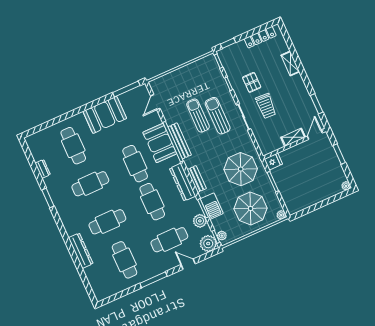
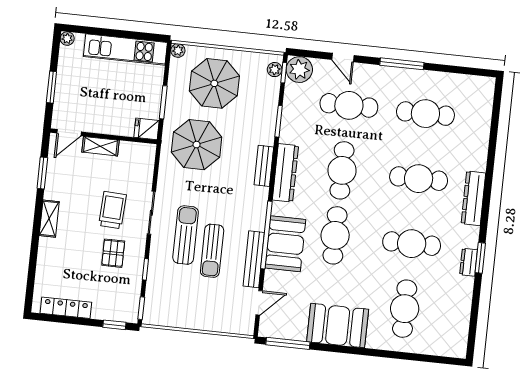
shelving: (290, 63) -> (49, 219), moved
sun lounger: (218, 116) -> (186, 235), turned 180
bench: (180, 141) -> (254, 259), moved
dresser: (43, 169) -> (469, 262), moved
kitchen unit: (311, 199) -> (125, 50), added
barbecue: (212, 206) -> (265, 117), removed
plant: (200, 221) -> (293, 107), removed
dresser: (81, 251) -> (473, 198), moved
cafe table: (125, 260) -> (425, 114), turned 90

